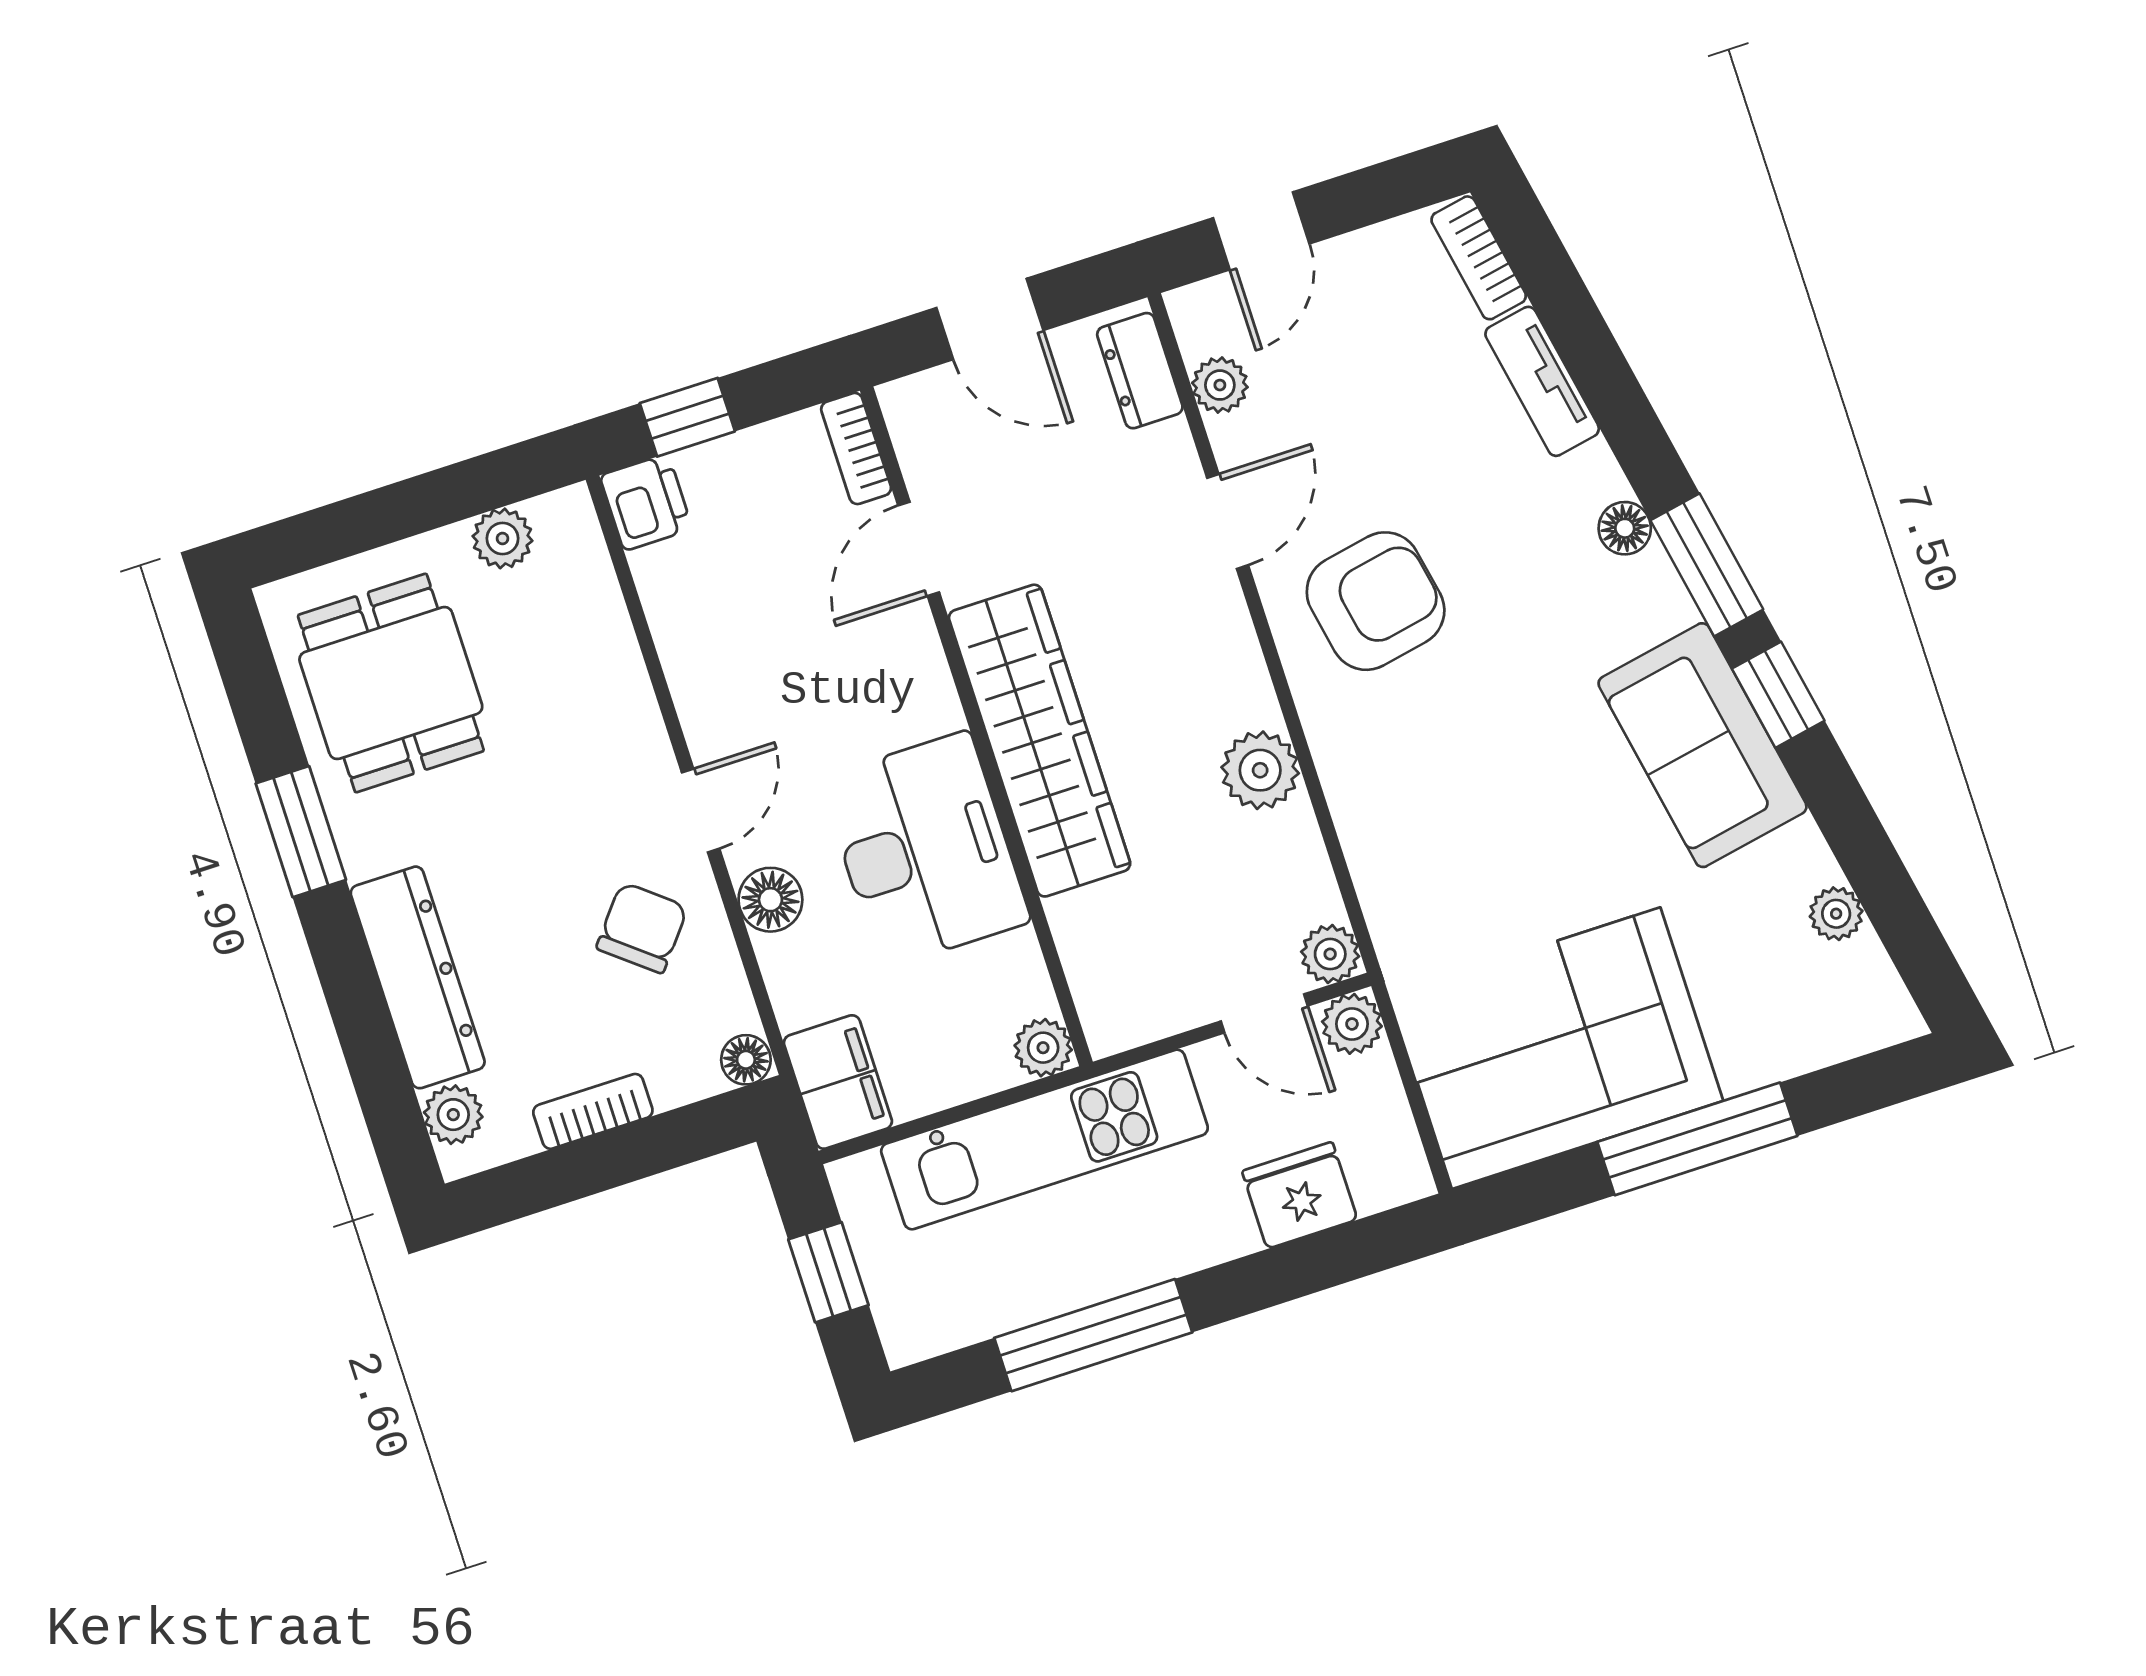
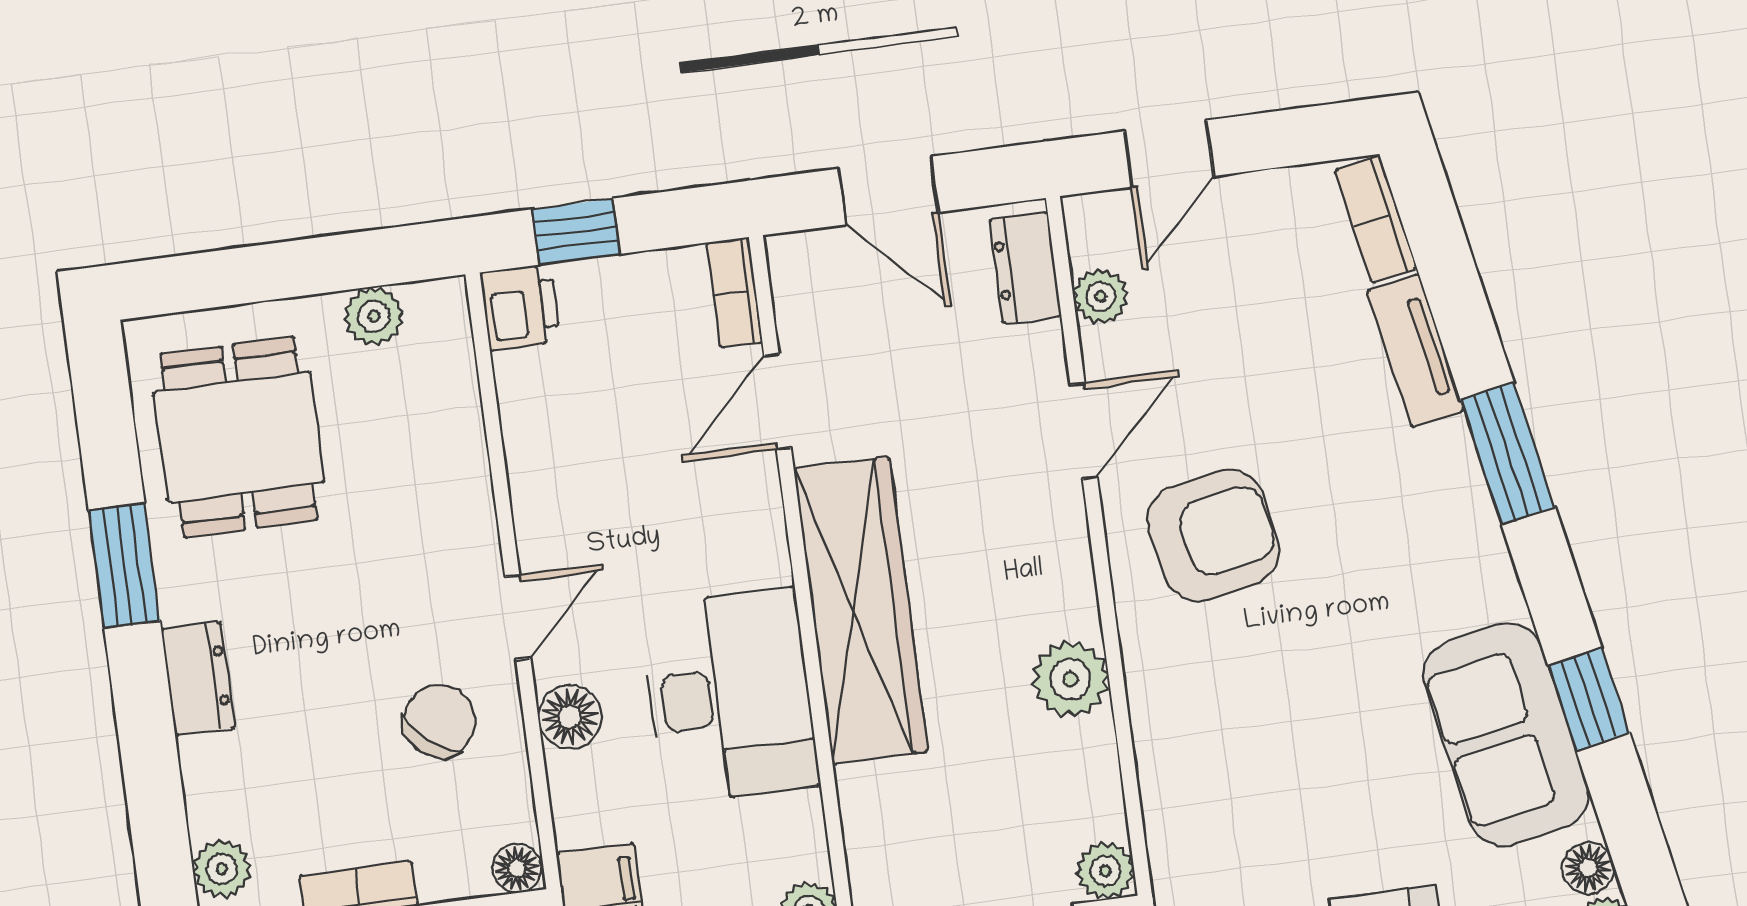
floor lamp: (1625, 528) -> (1588, 868), moved
window: (1707, 565) -> (1508, 454), moved
dresser: (418, 977) -> (198, 679), width x0.51, depth x0.80

